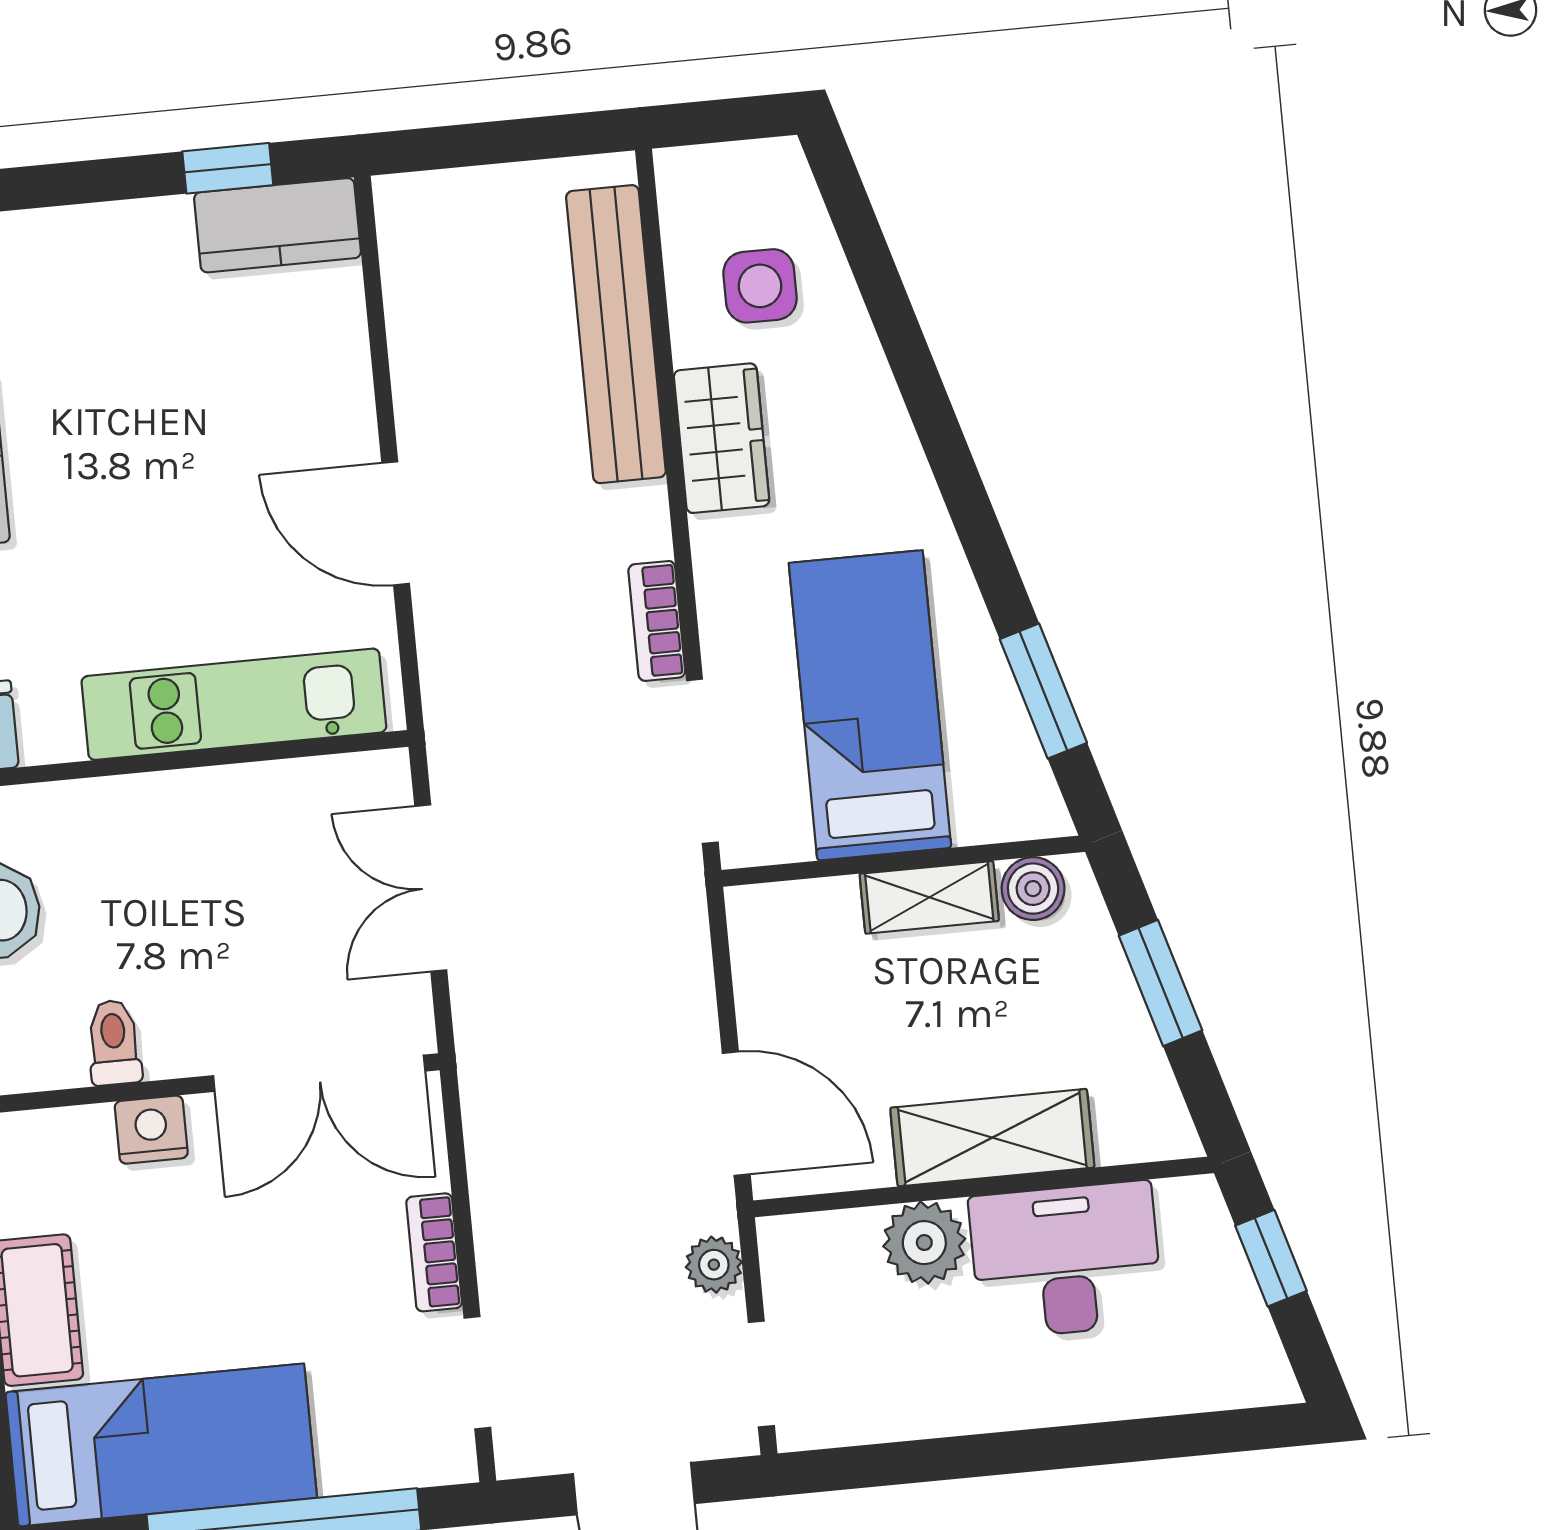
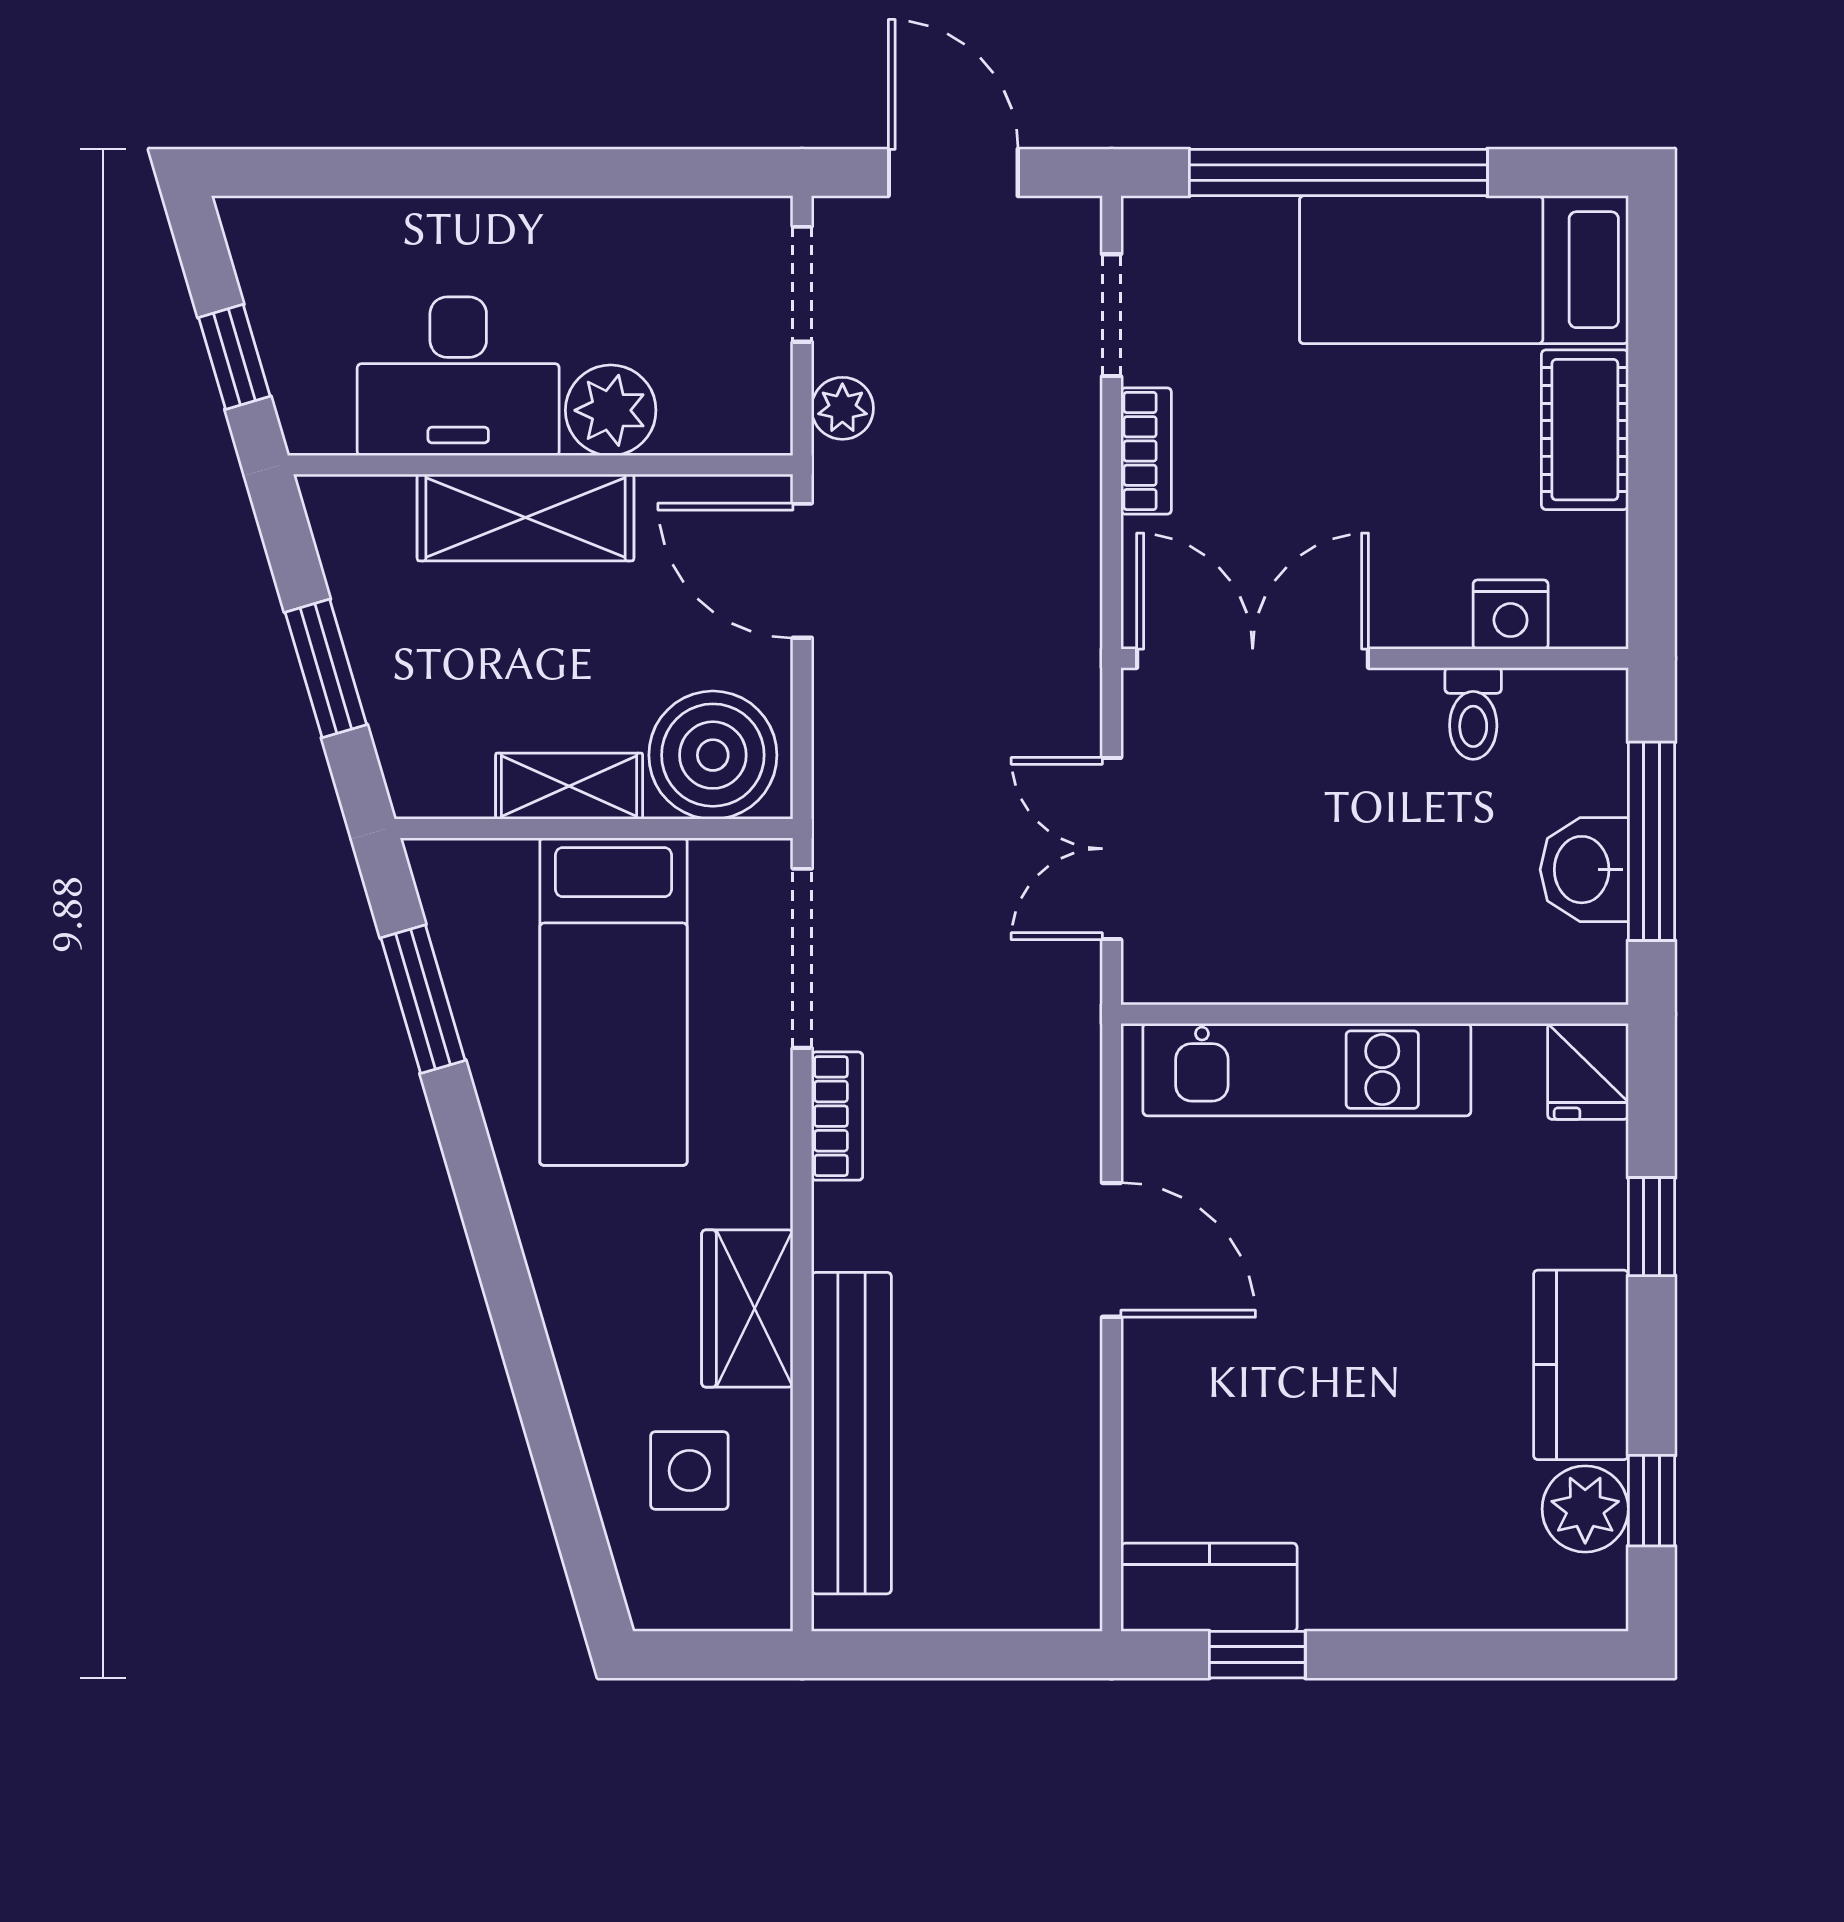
double door: (431, 888) -> (1112, 849), swing flipped
boiler: (1033, 889) -> (713, 755), moved, width x1.86, depth x1.86
nightstand: (151, 1130) -> (1511, 615), moved

